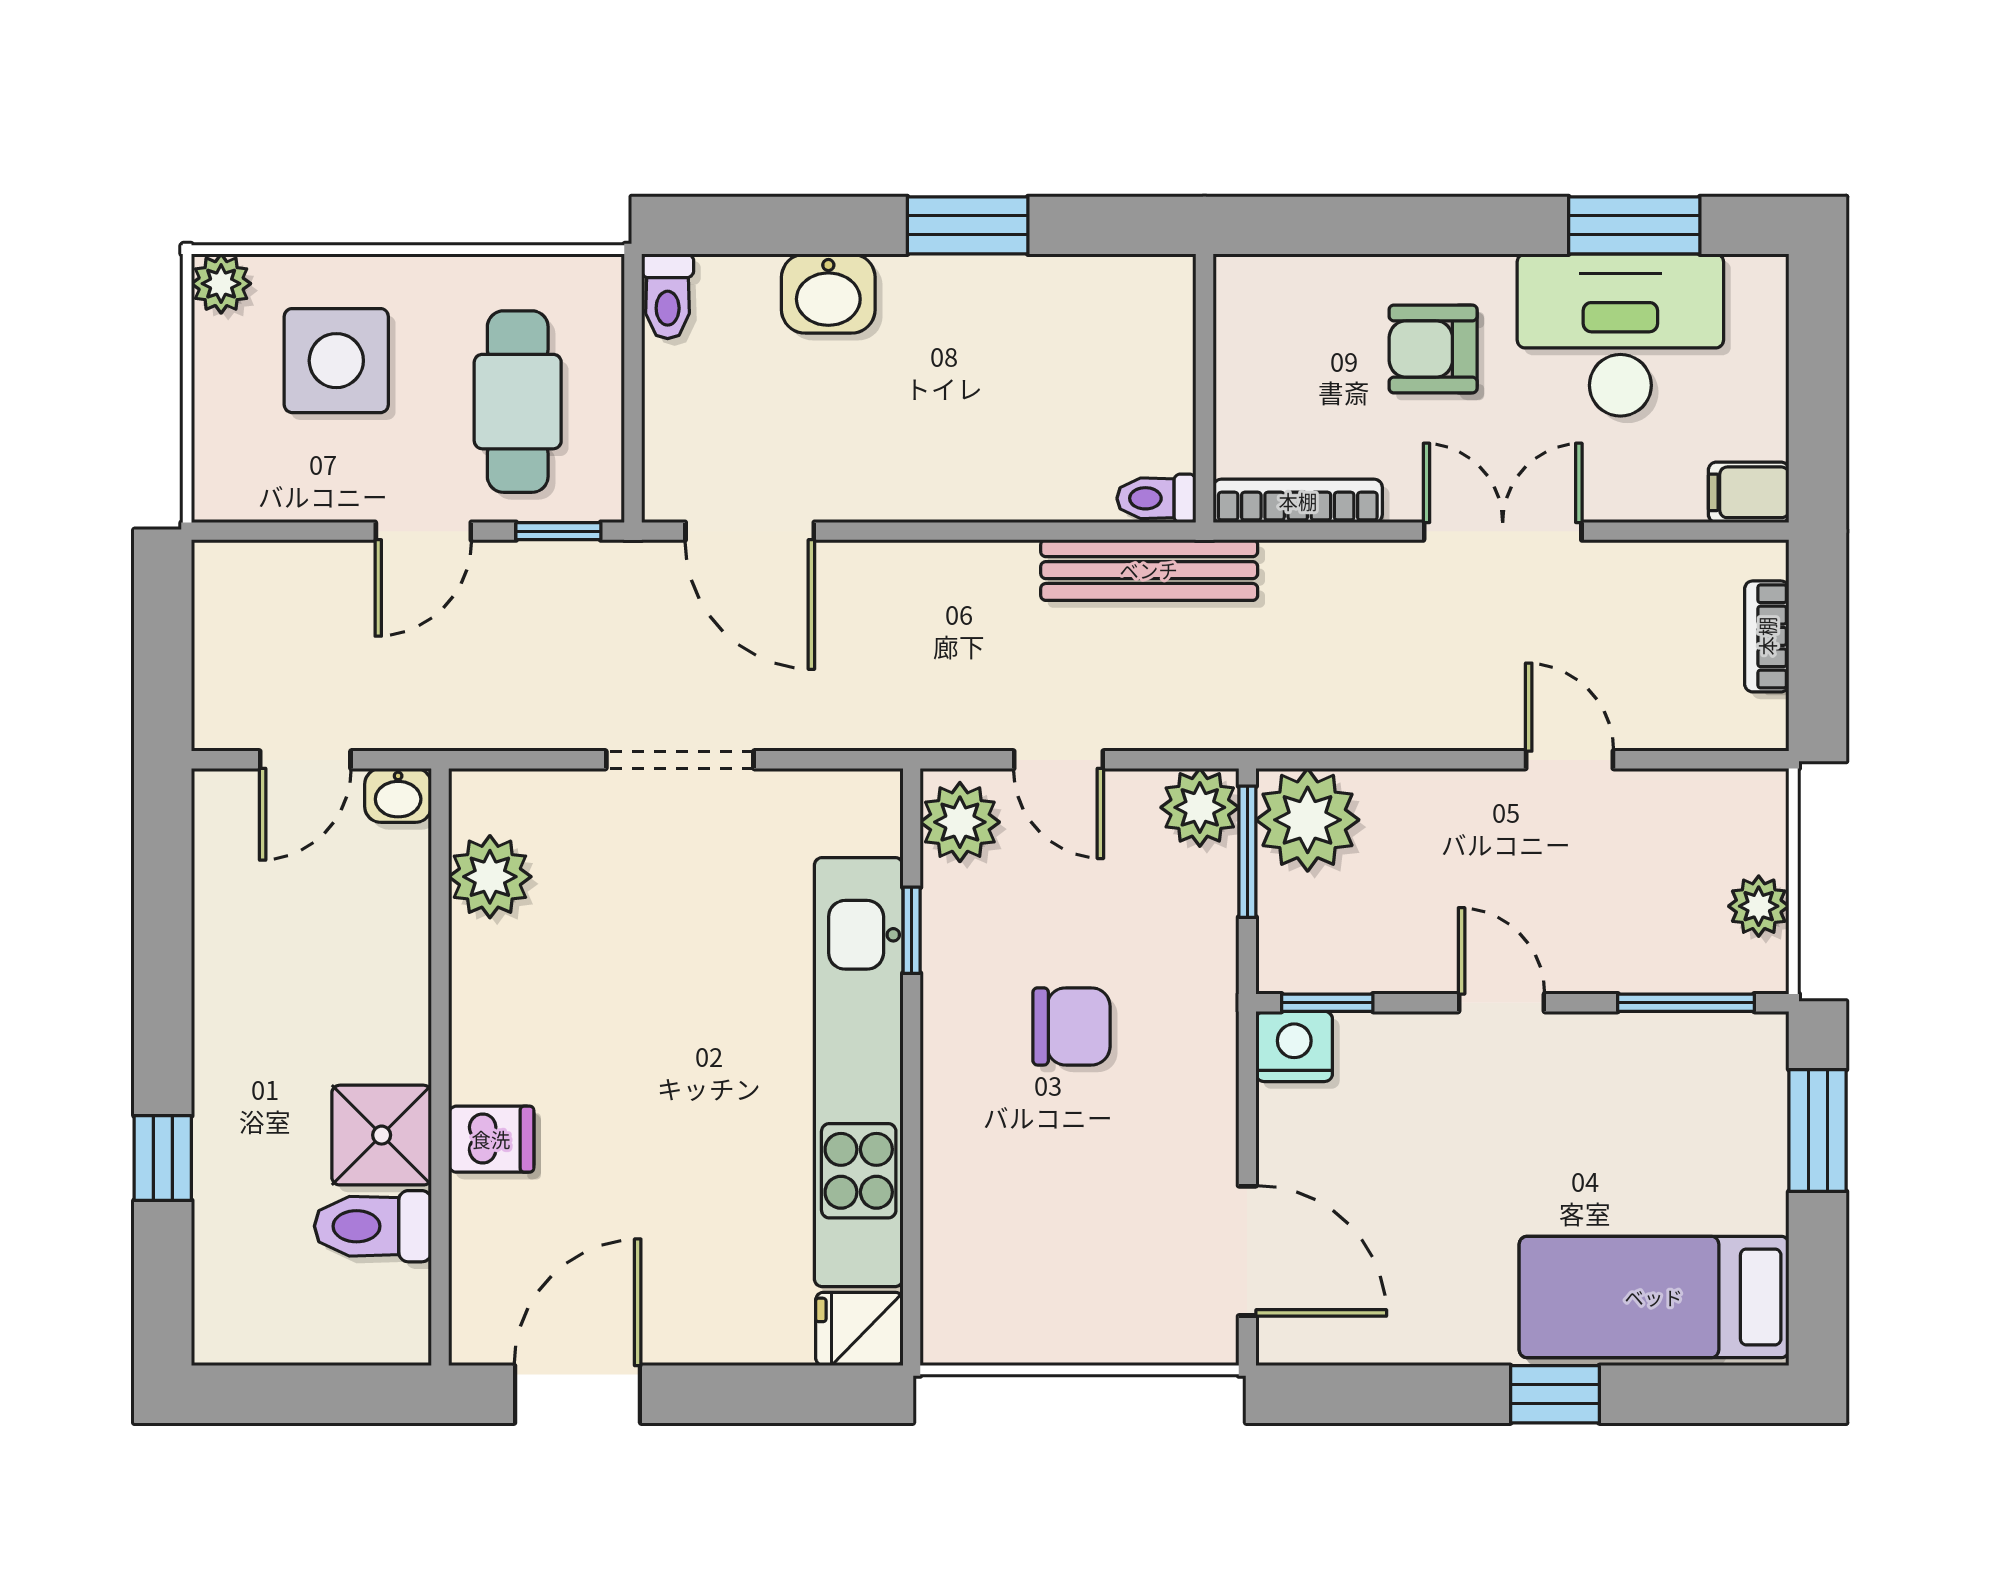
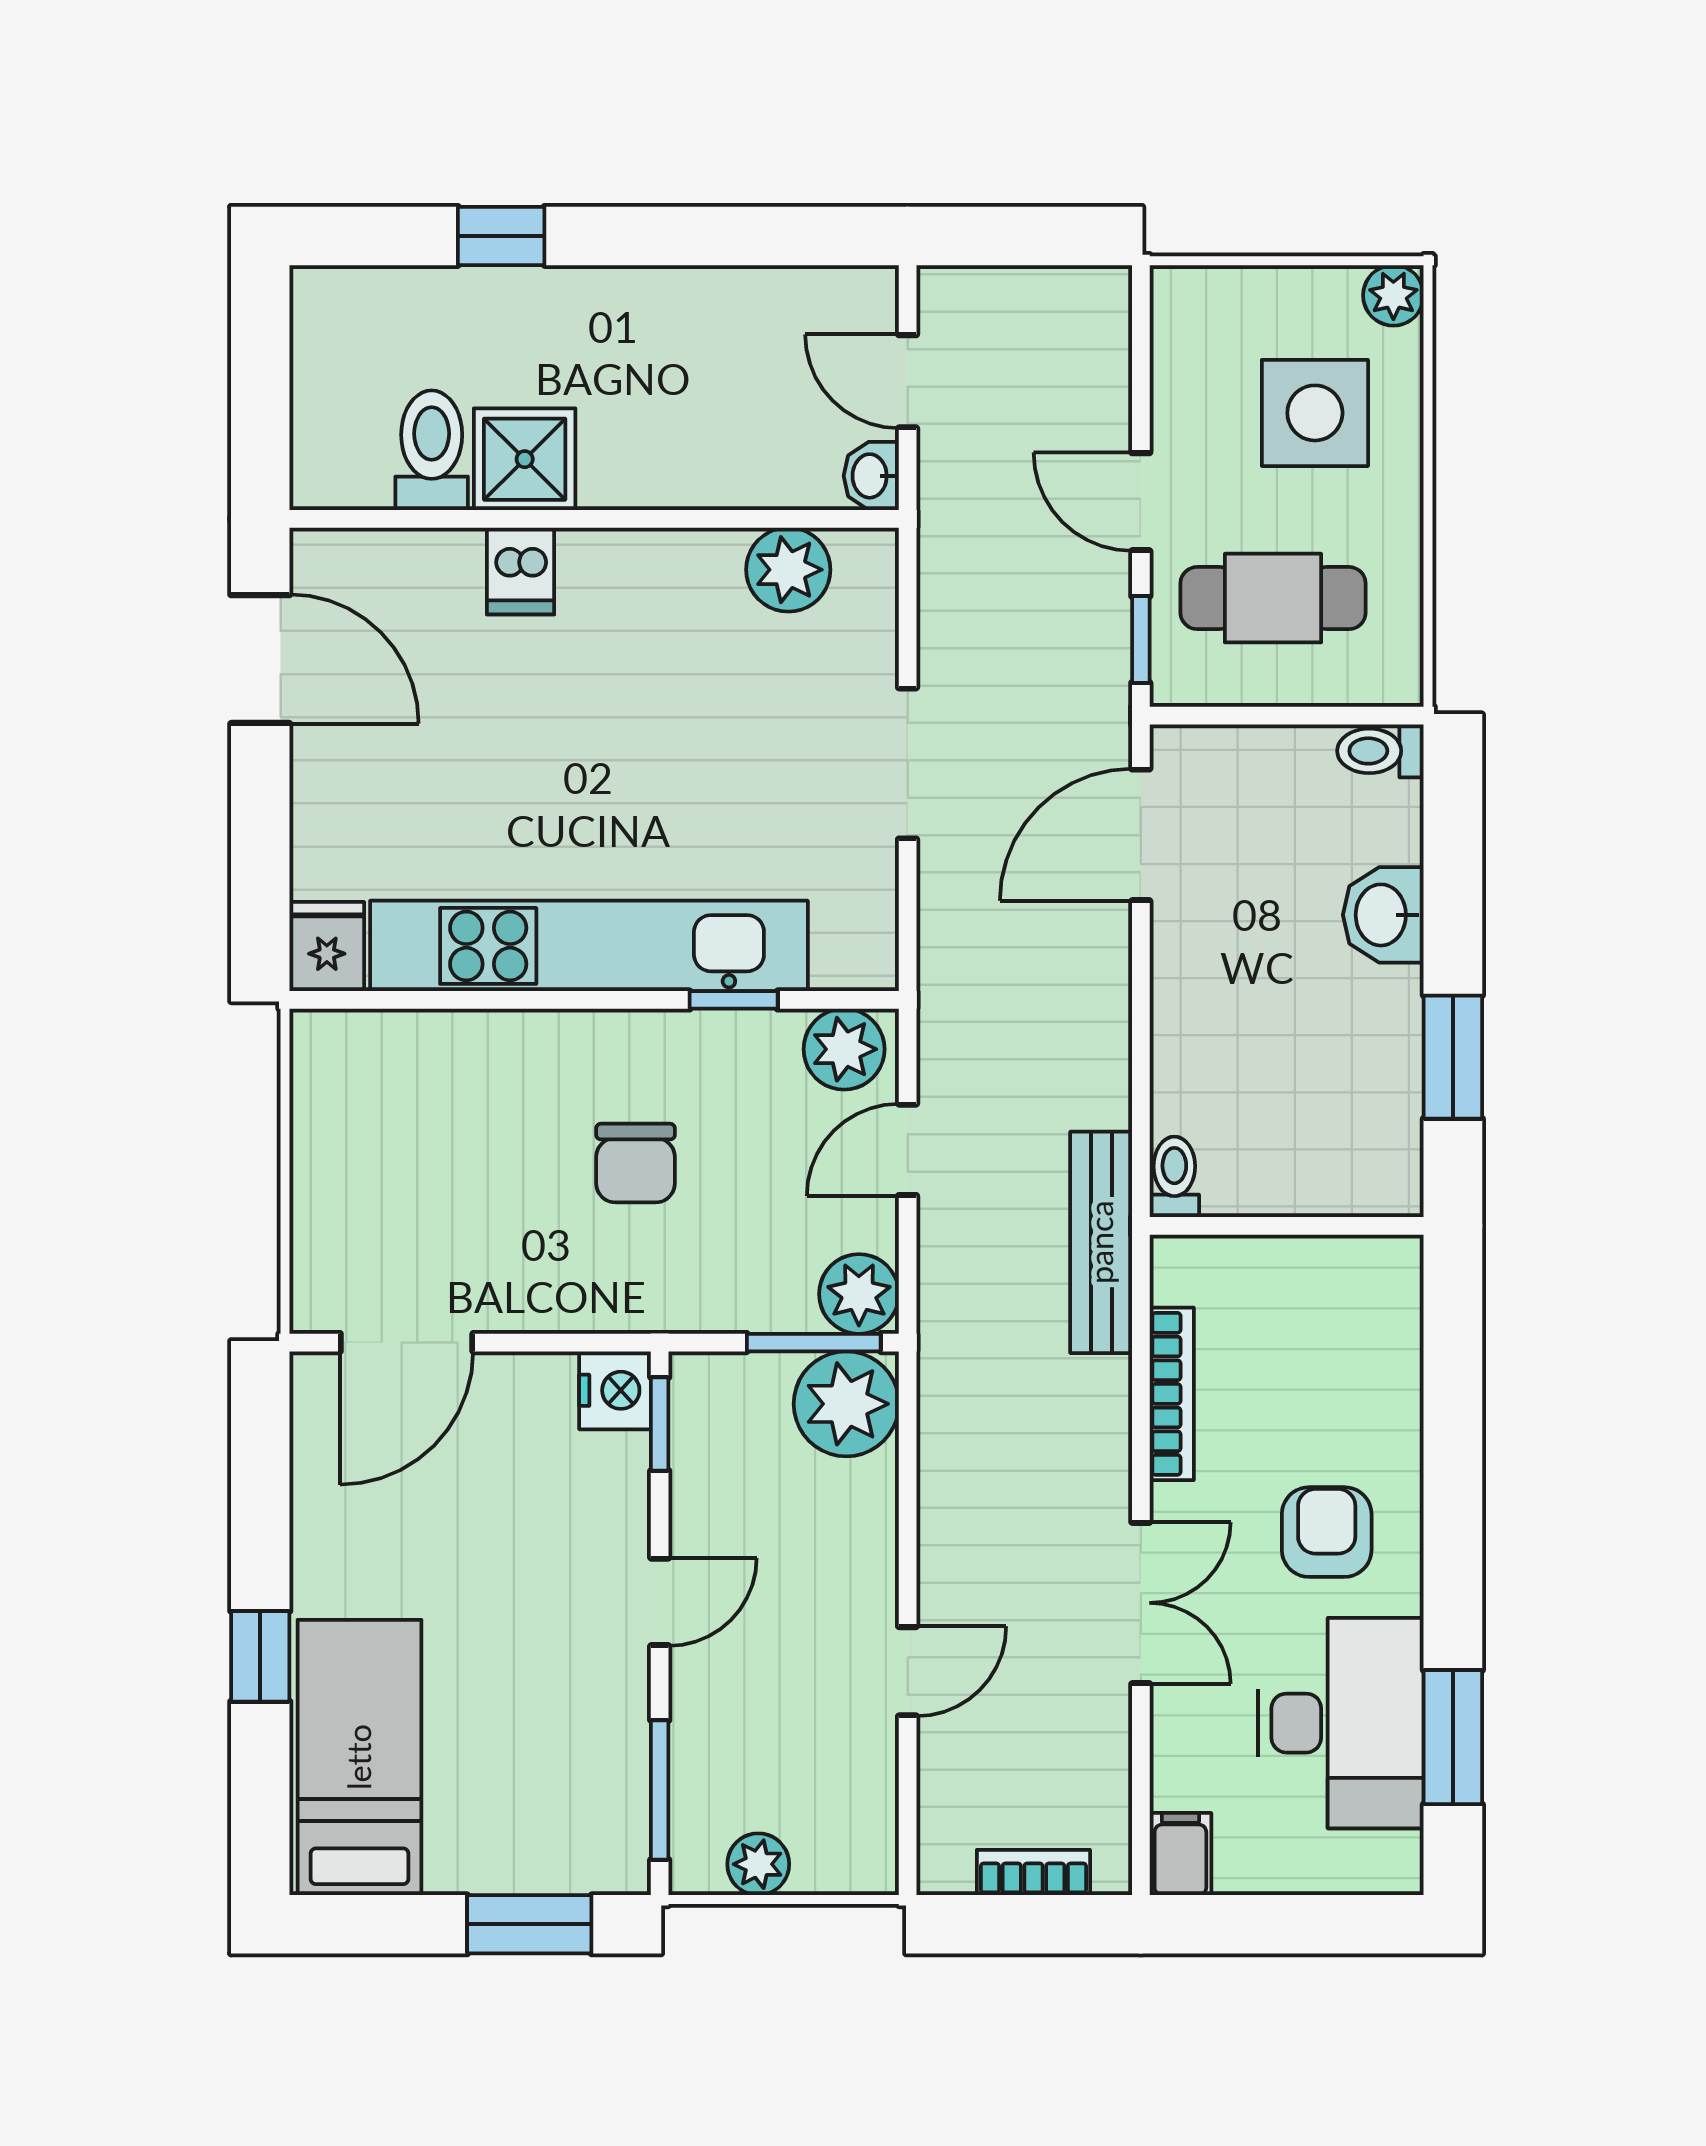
wall: (1205, 388) -> (1287, 1226), moved
toilet: (1156, 498) -> (1174, 1177), moved

